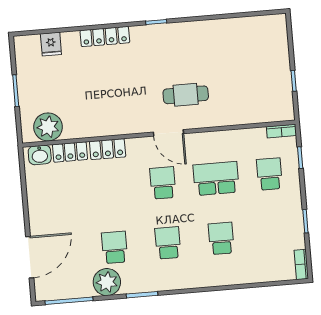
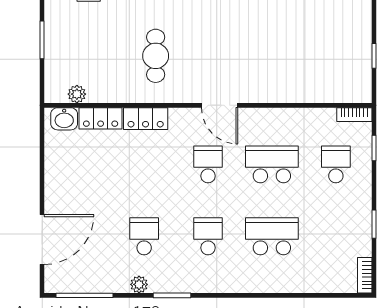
cafe table: (186, 95) -> (156, 56), moved, turned 90
plant: (48, 127) -> (77, 94), width x0.53, depth x0.53
school desk: (221, 238) -> (272, 236), width x1.85
plant: (107, 282) -> (139, 284), width x0.53, depth x0.53

